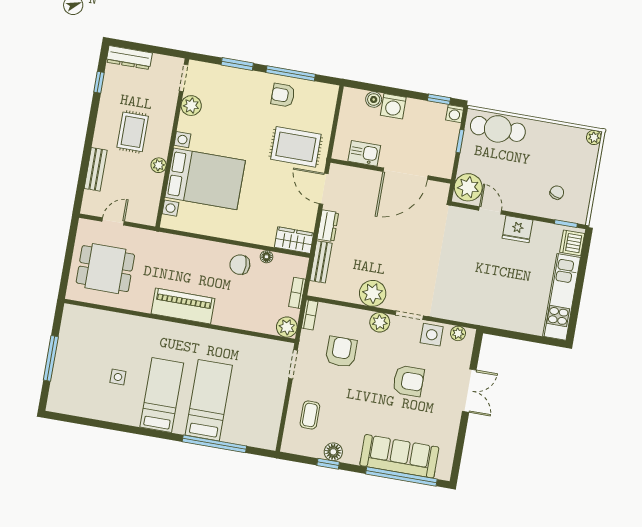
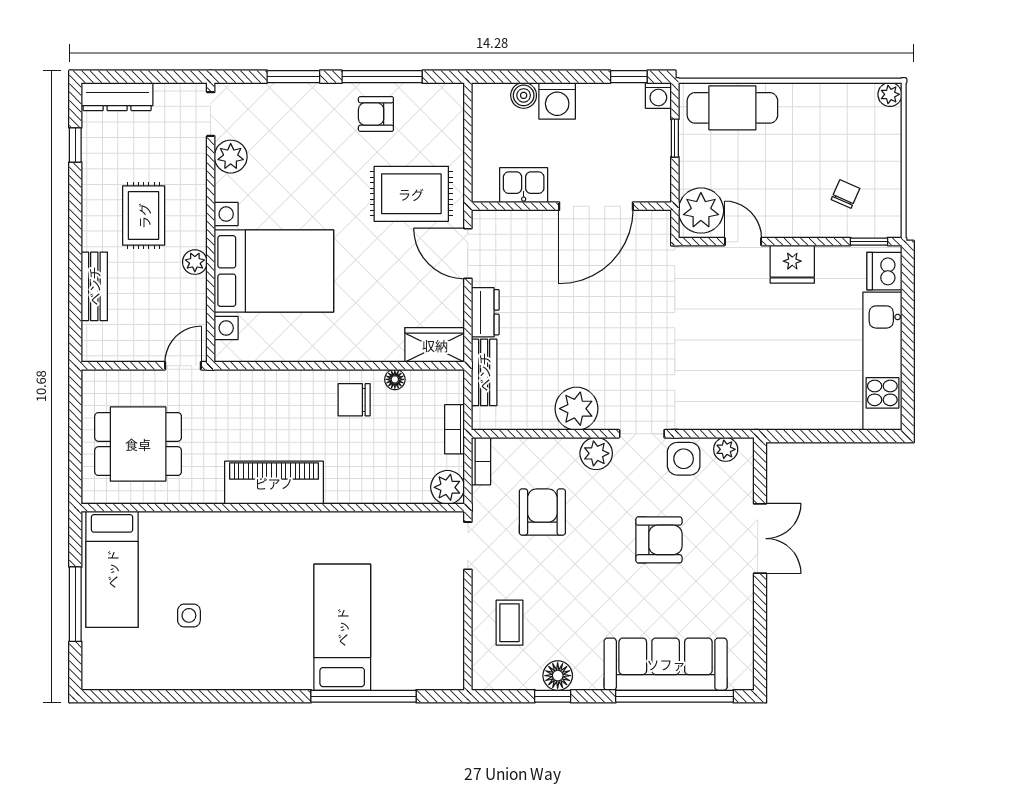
door: (113, 221) -> (183, 366), moved
bed: (162, 395) -> (112, 569), moved, turned 180

